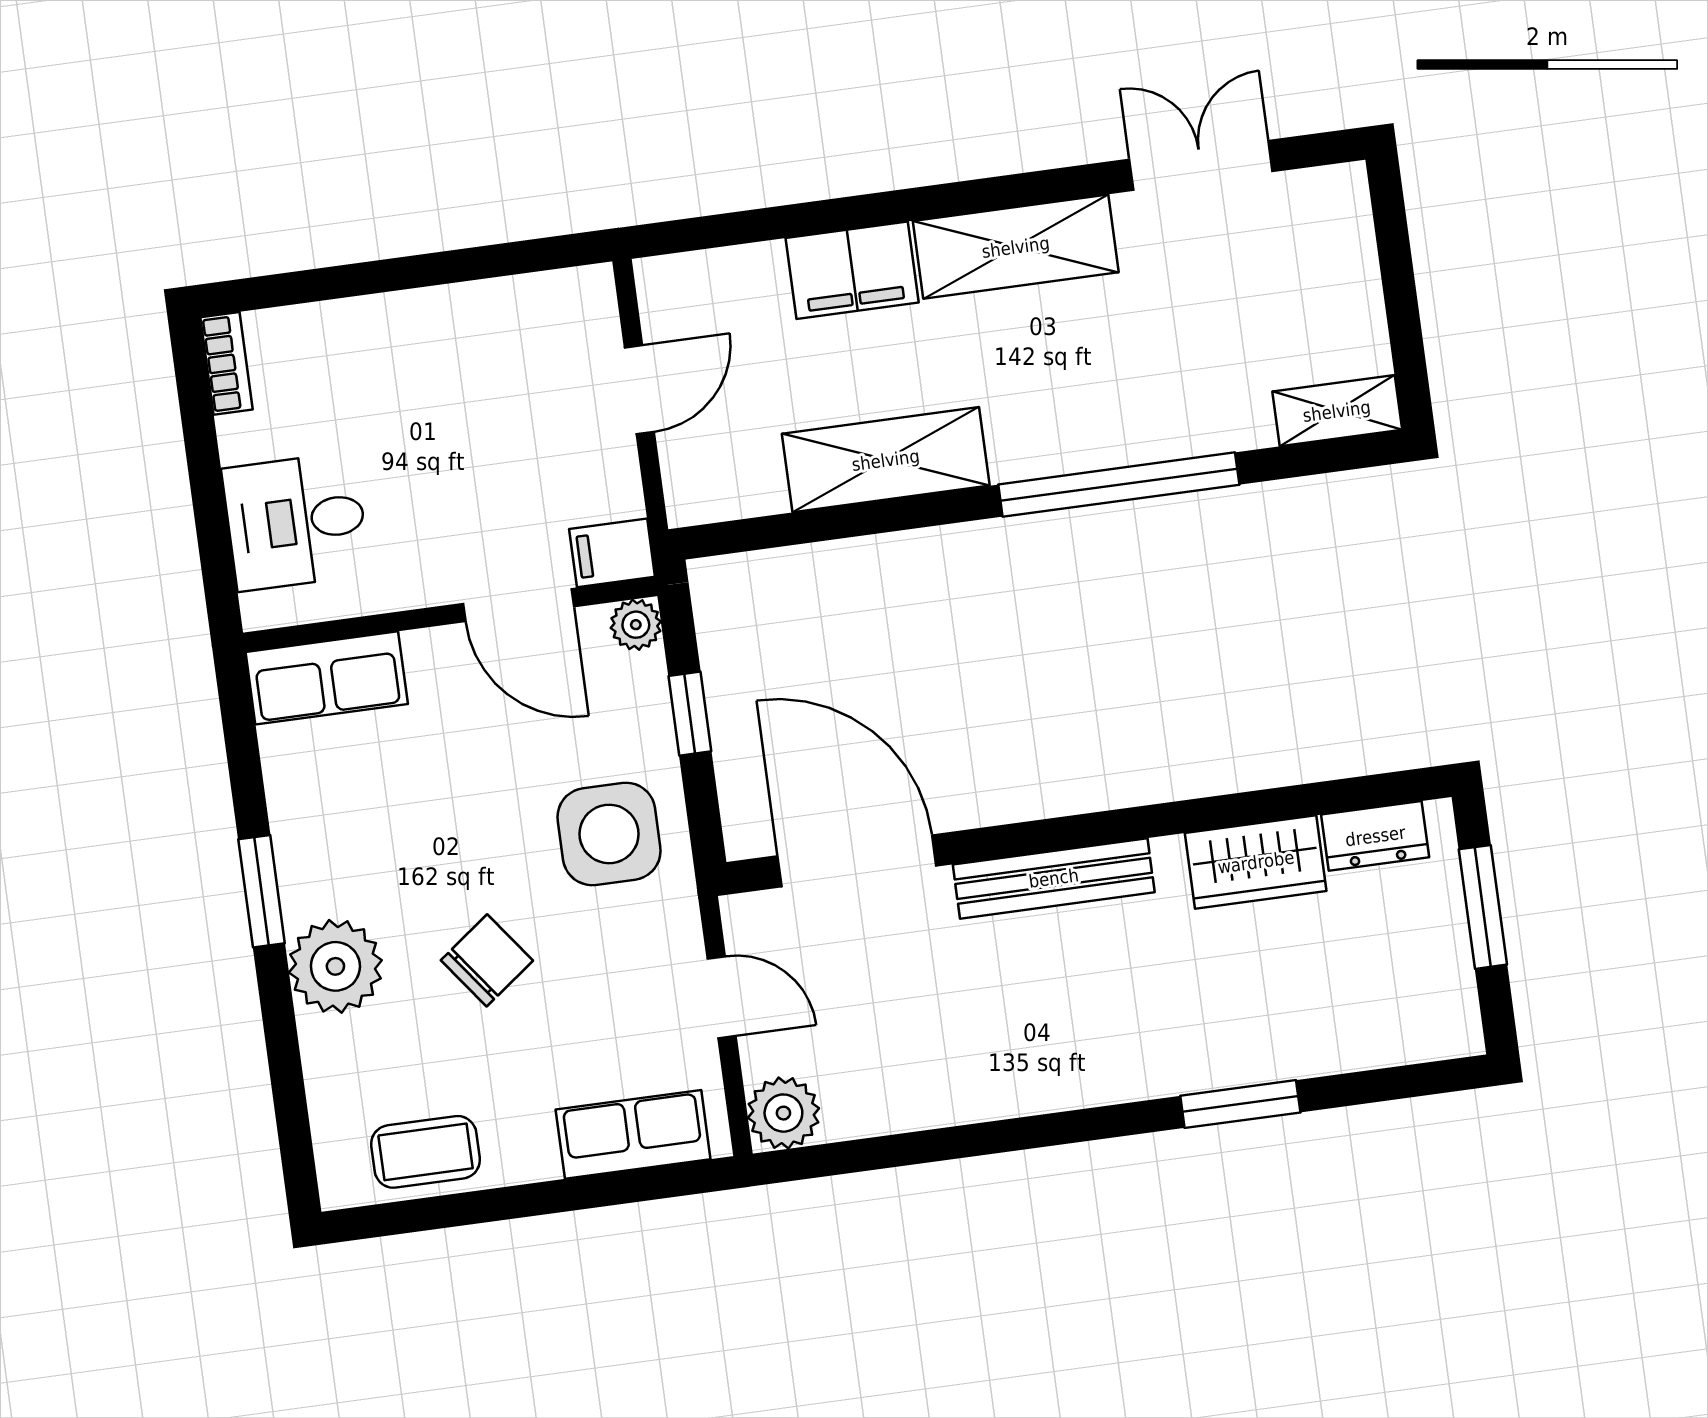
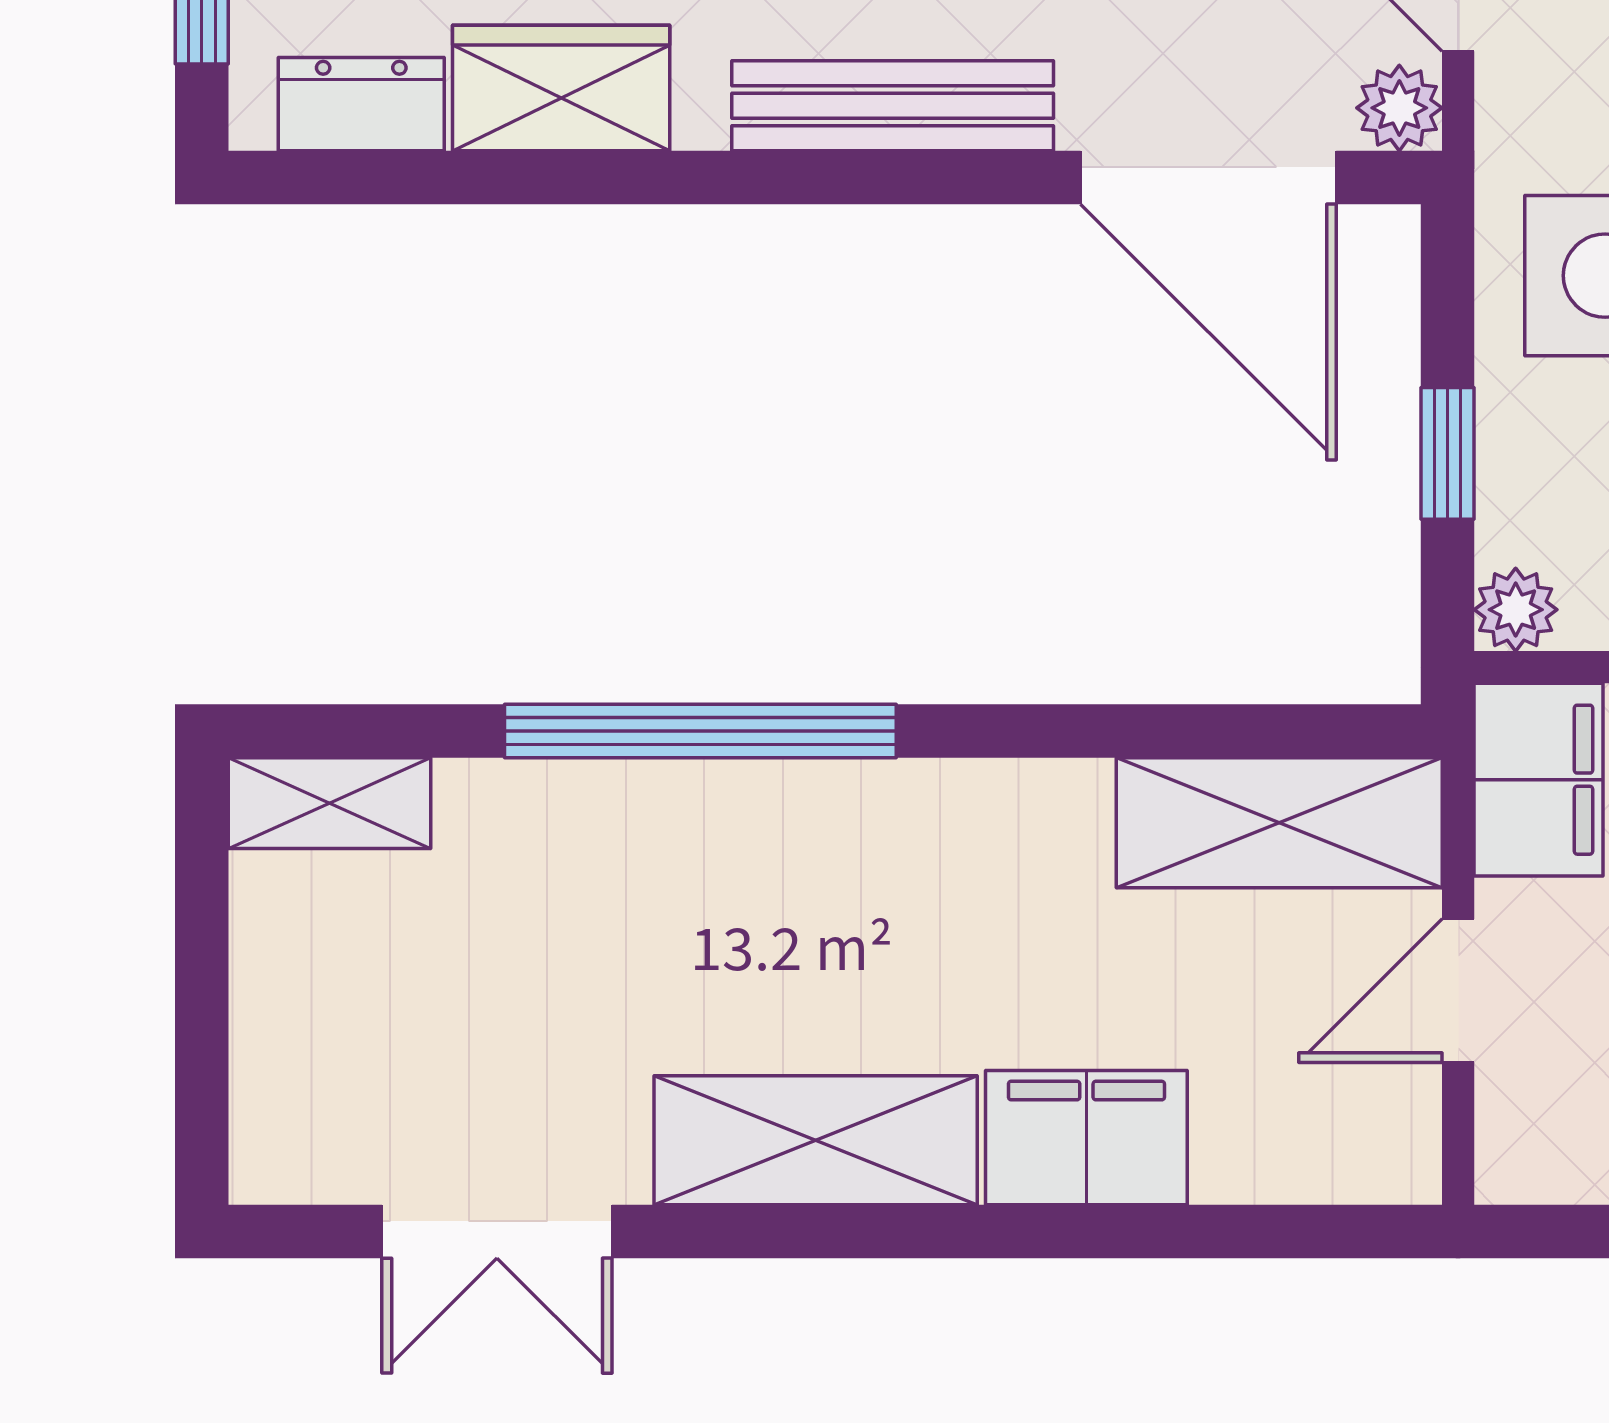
shelving: (886, 460) -> (1279, 823), moved
filing cabinet: (612, 553) -> (1538, 780), width x2.00
plant: (747, 918) -> (1399, 108), added

